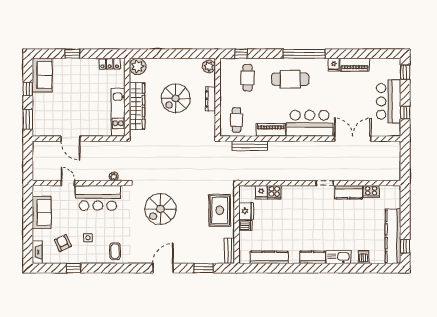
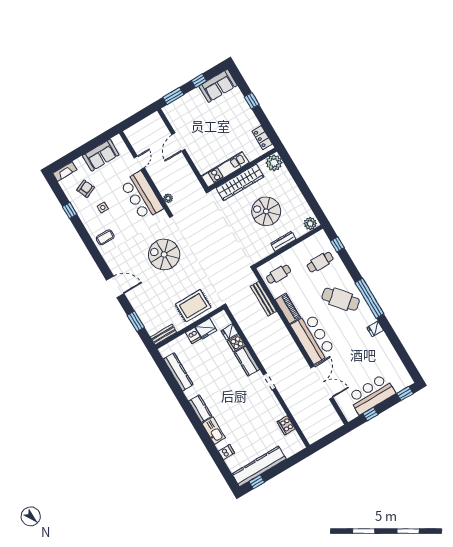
piano: (355, 65) -> (386, 347), removed
cafe table: (290, 79) -> (341, 299), turned -40
kitchen counter: (349, 192) -> (247, 361), moved

